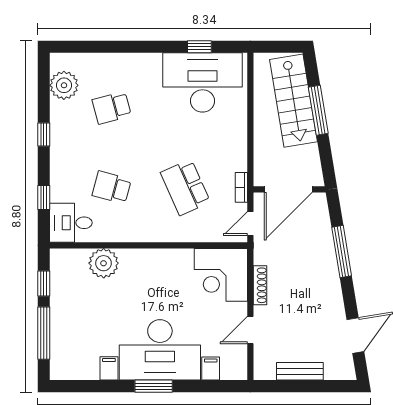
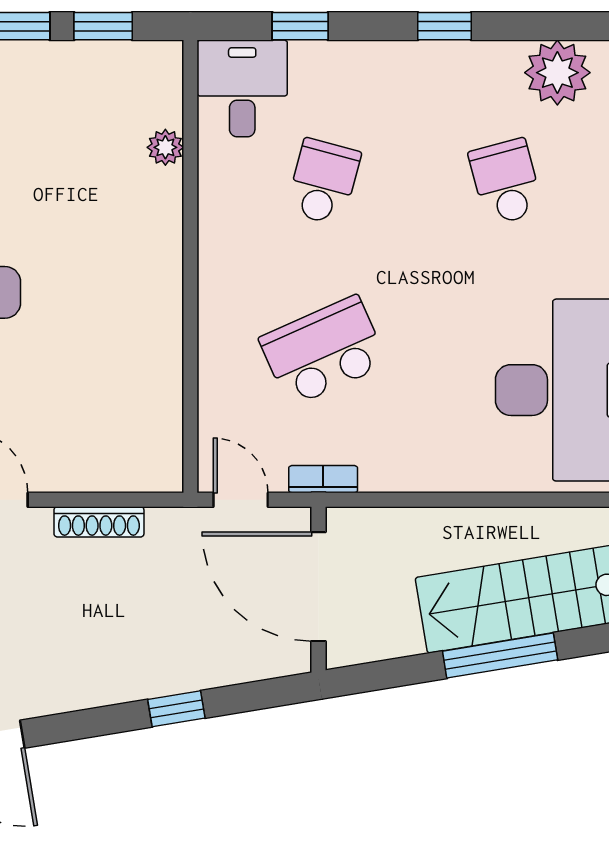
window: (342, 251) -> (176, 709), width x0.46
plant: (104, 263) -> (165, 147), width x0.53, depth x0.53
corner desk: (221, 275) -> (123, 432), removed

